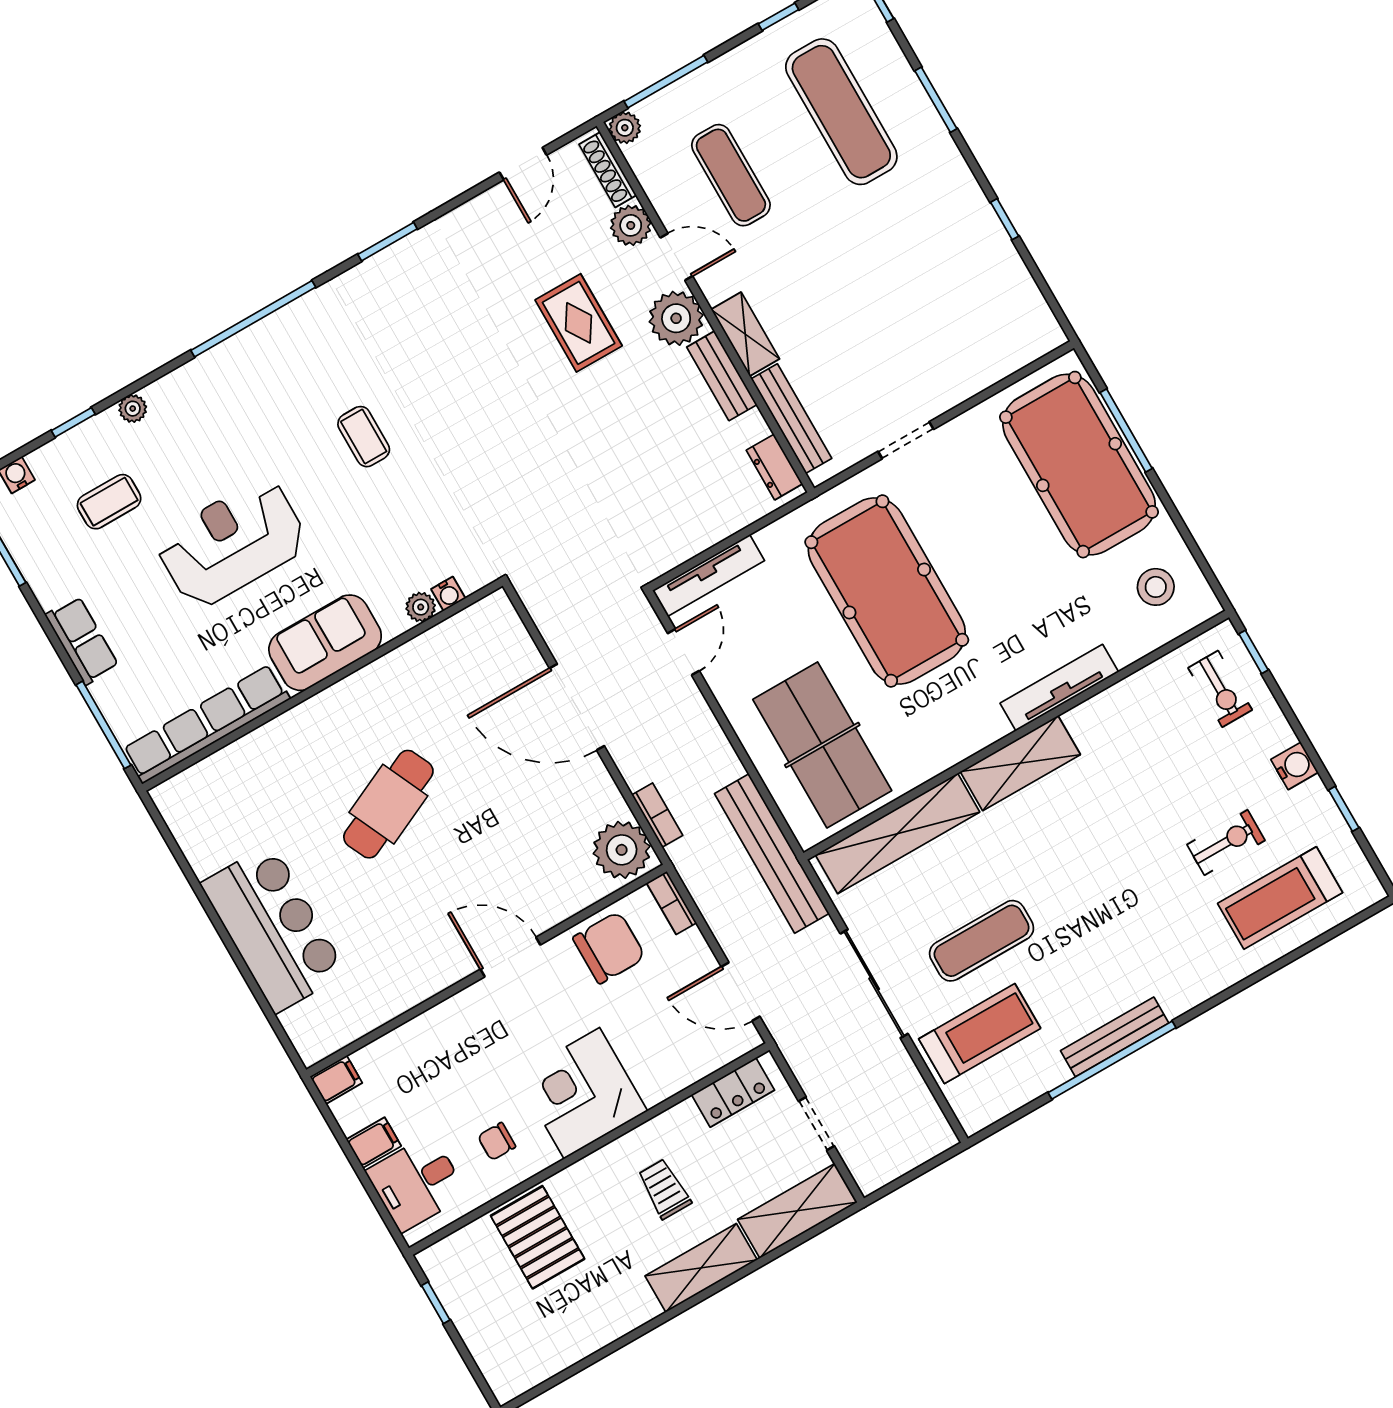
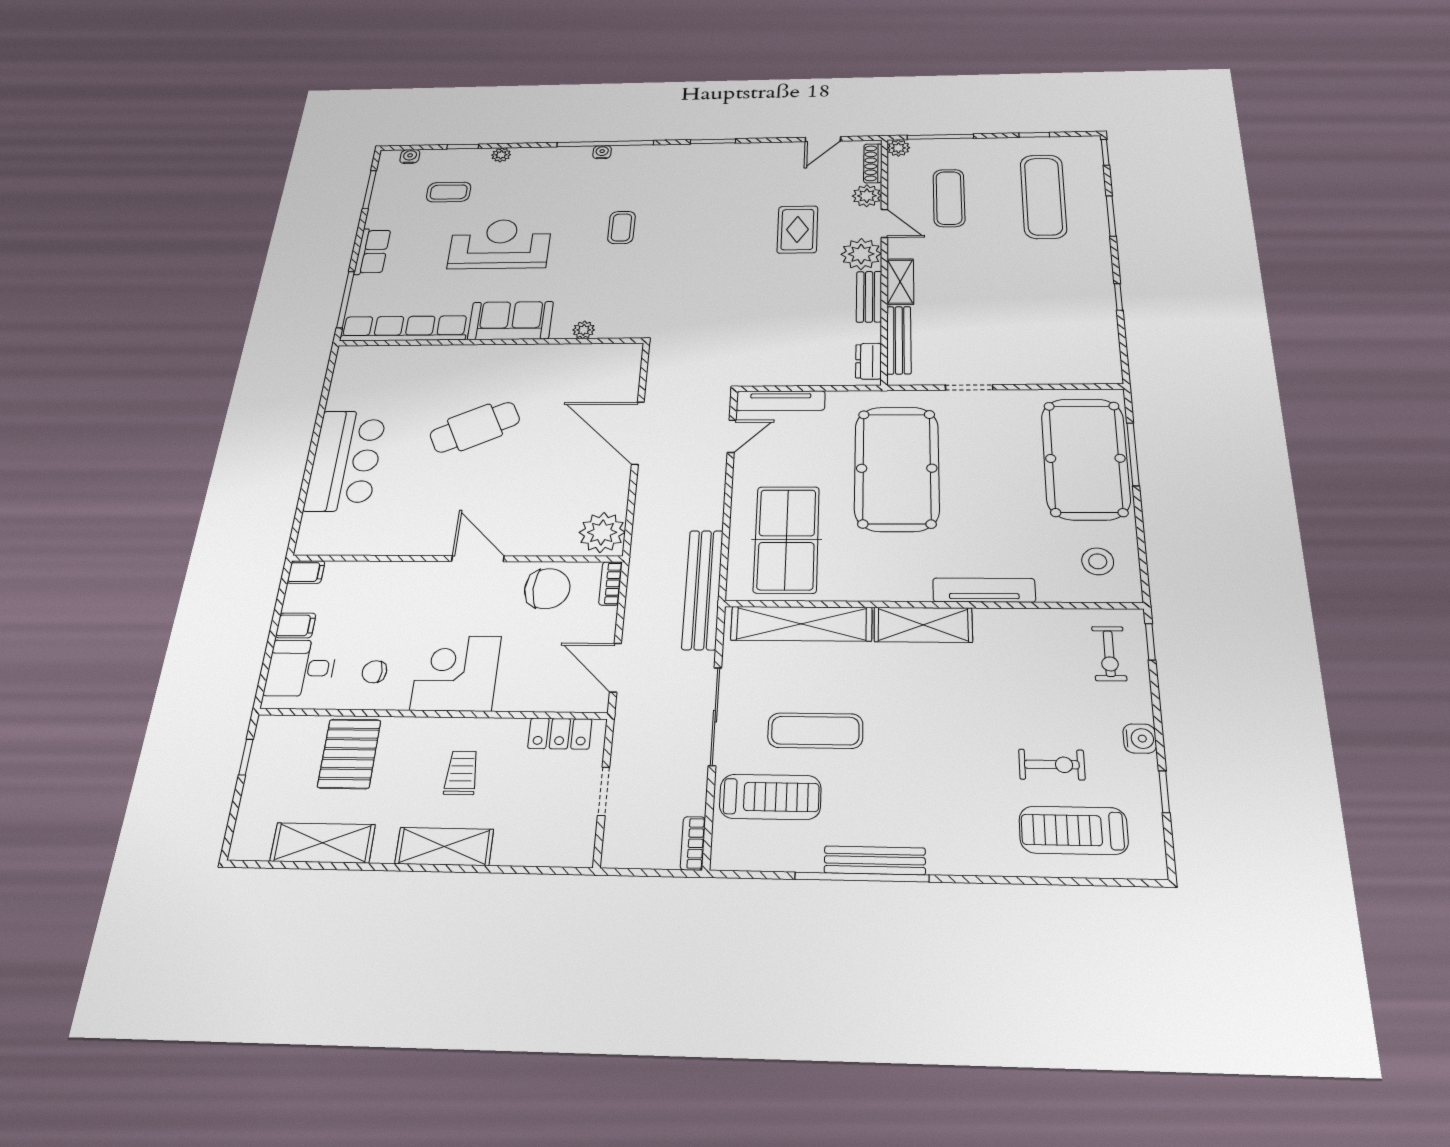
water cooler: (448, 594) -> (602, 152), moved, turned 180
bookcase: (657, 815) -> (693, 843), moved, turned 180
shelving: (797, 1211) -> (323, 843), moved

